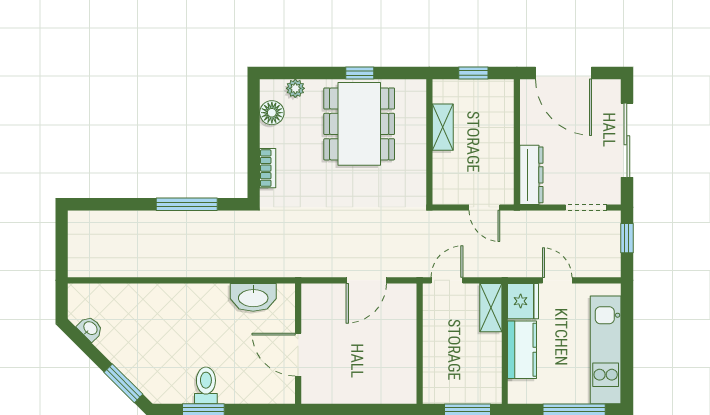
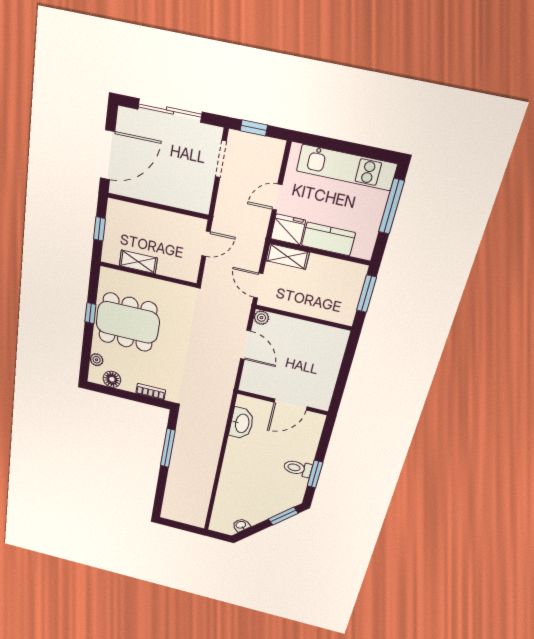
dresser: (531, 175) -> (186, 200), removed
plant: (407, 293) -> (261, 318), added

